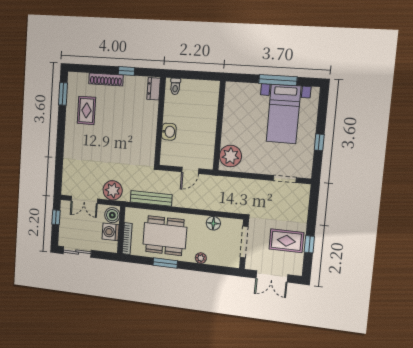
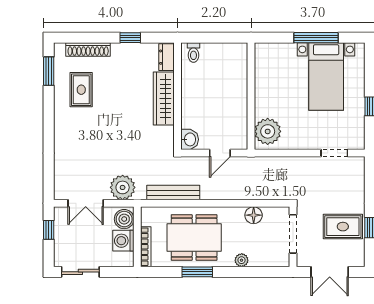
shoe rack: (106, 79) -> (88, 49), moved
wardrobe: (149, 122) -> (164, 99), added
washbasin: (169, 132) -> (190, 139), moved

